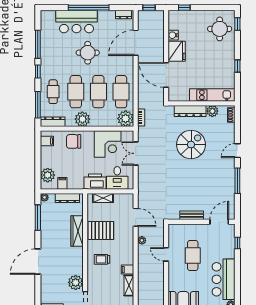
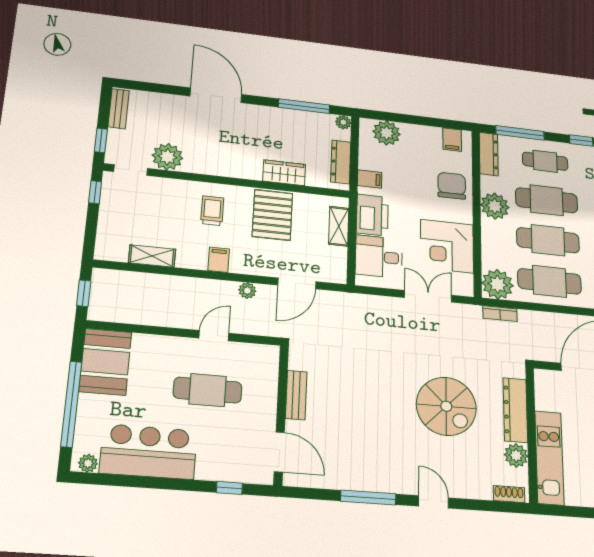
filing cabinet: (62, 183) -> (370, 179), moved
wardrobe: (77, 231) -> (284, 173), width x0.67
filing cabinet: (127, 270) -> (219, 260), moved

